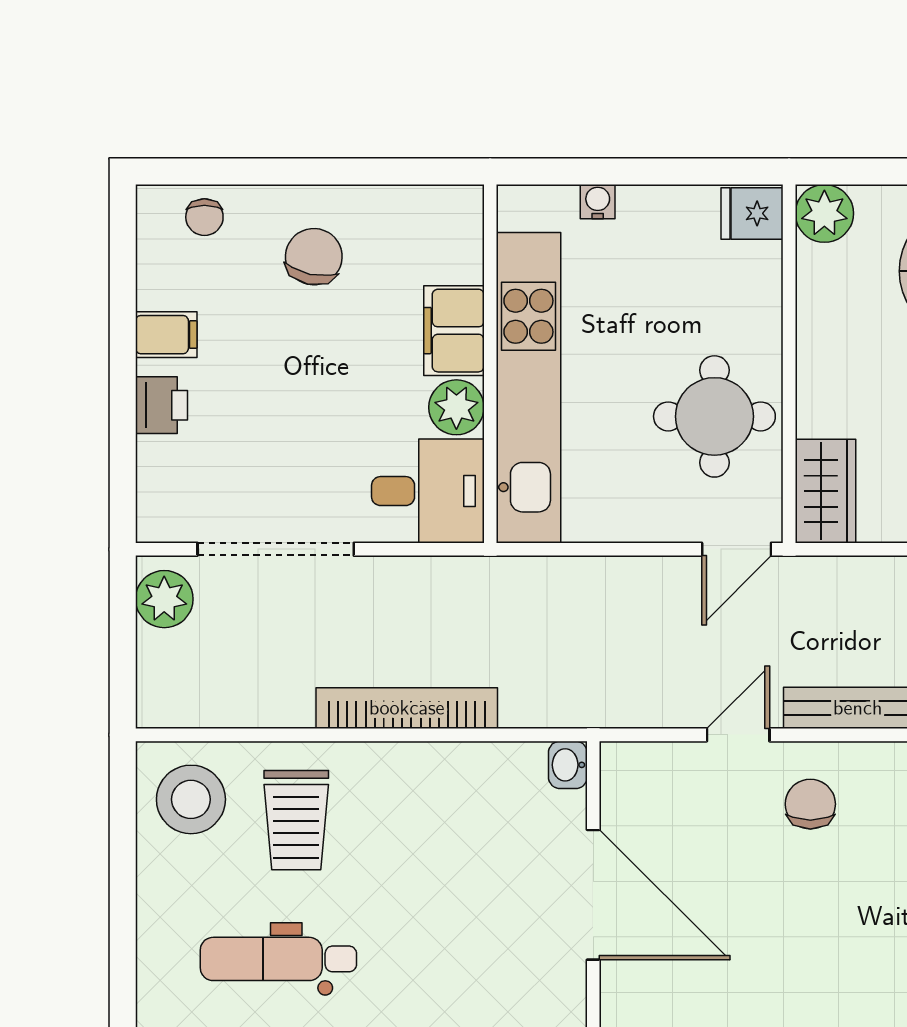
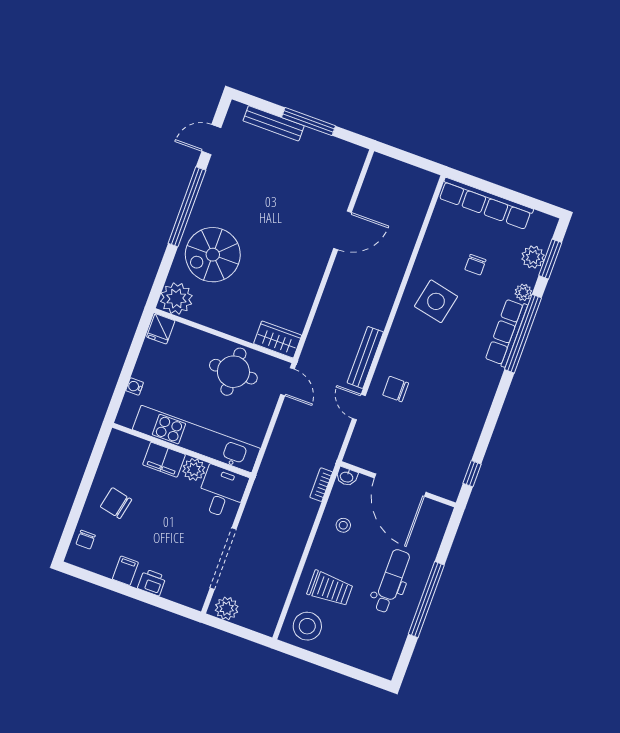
plant: (824, 213) -> (176, 298), width x1.36, depth x1.36
chair: (204, 217) -> (86, 540), turned 90
bookcase: (407, 708) -> (321, 485), moved, width x0.43, depth x0.76
stool: (453, 798) -> (343, 525), added
door: (593, 895) -> (400, 485), swing flipped
dental chair: (278, 959) -> (392, 581), moved, turned 180

